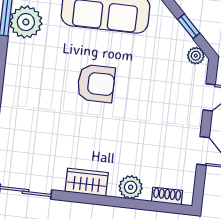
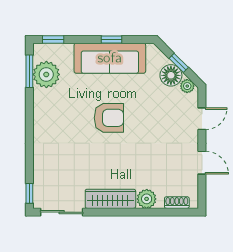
floor lamp: (177, 40) -> (171, 75), added
wardrobe: (87, 182) -> (110, 199), width x1.50

